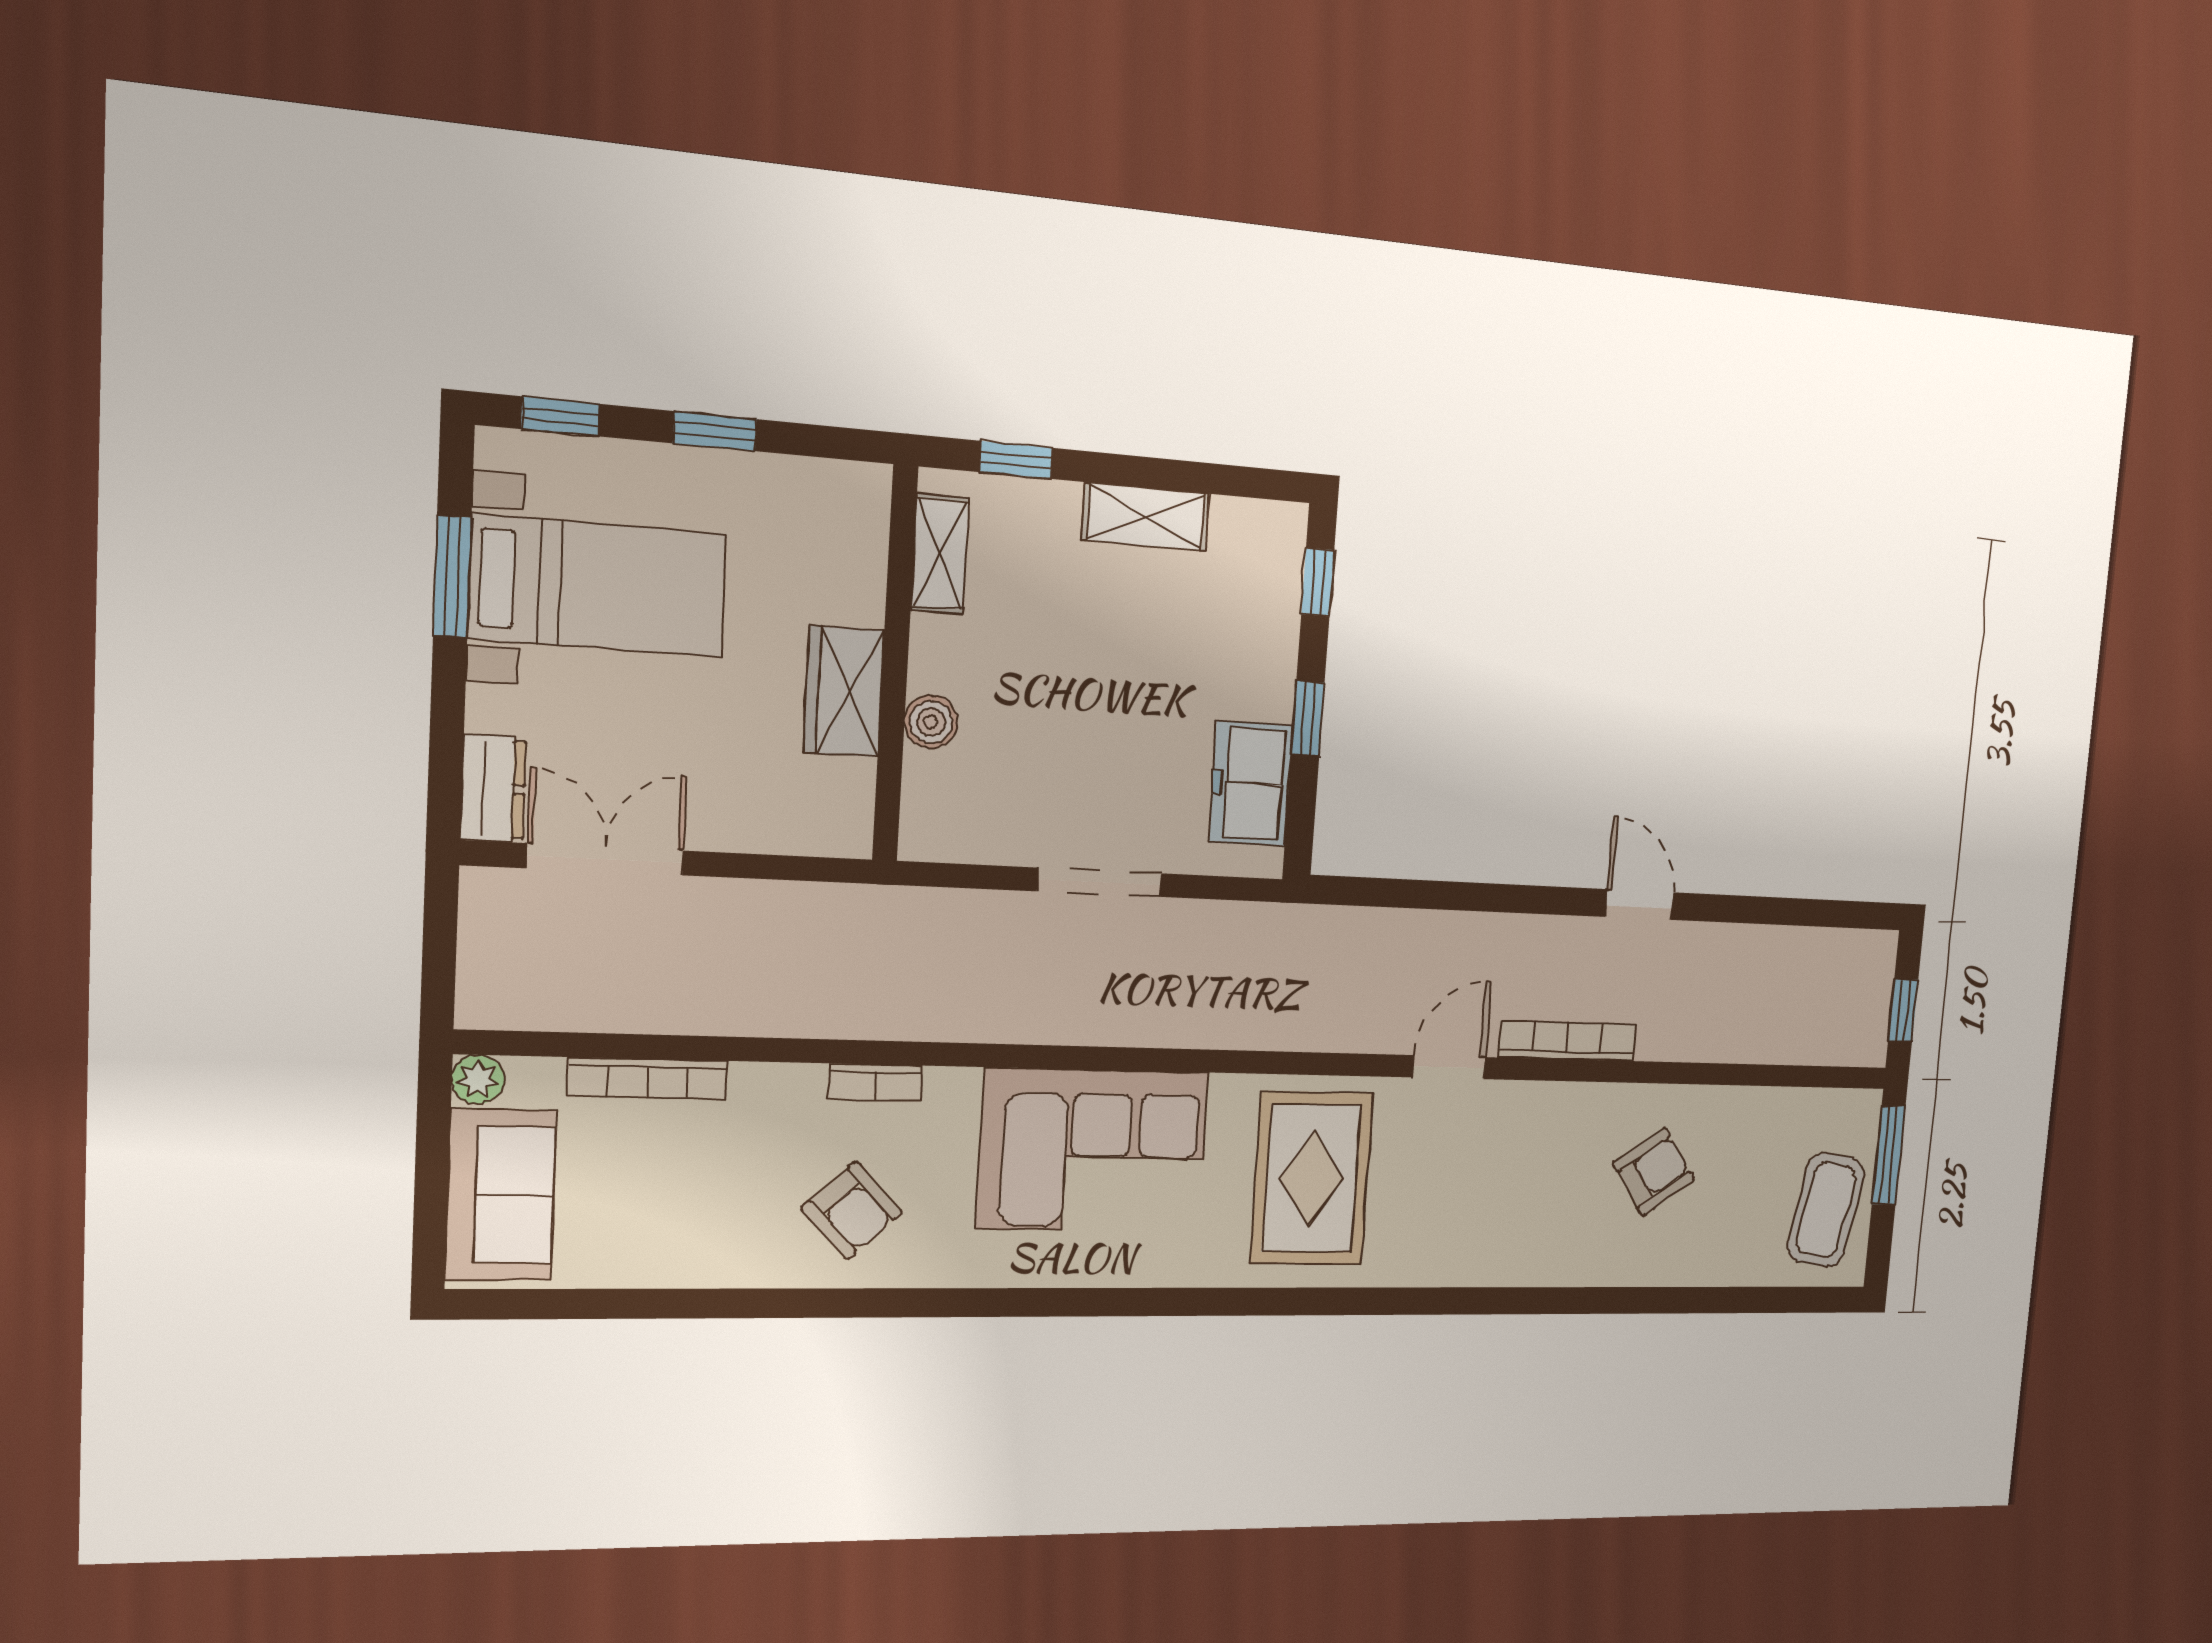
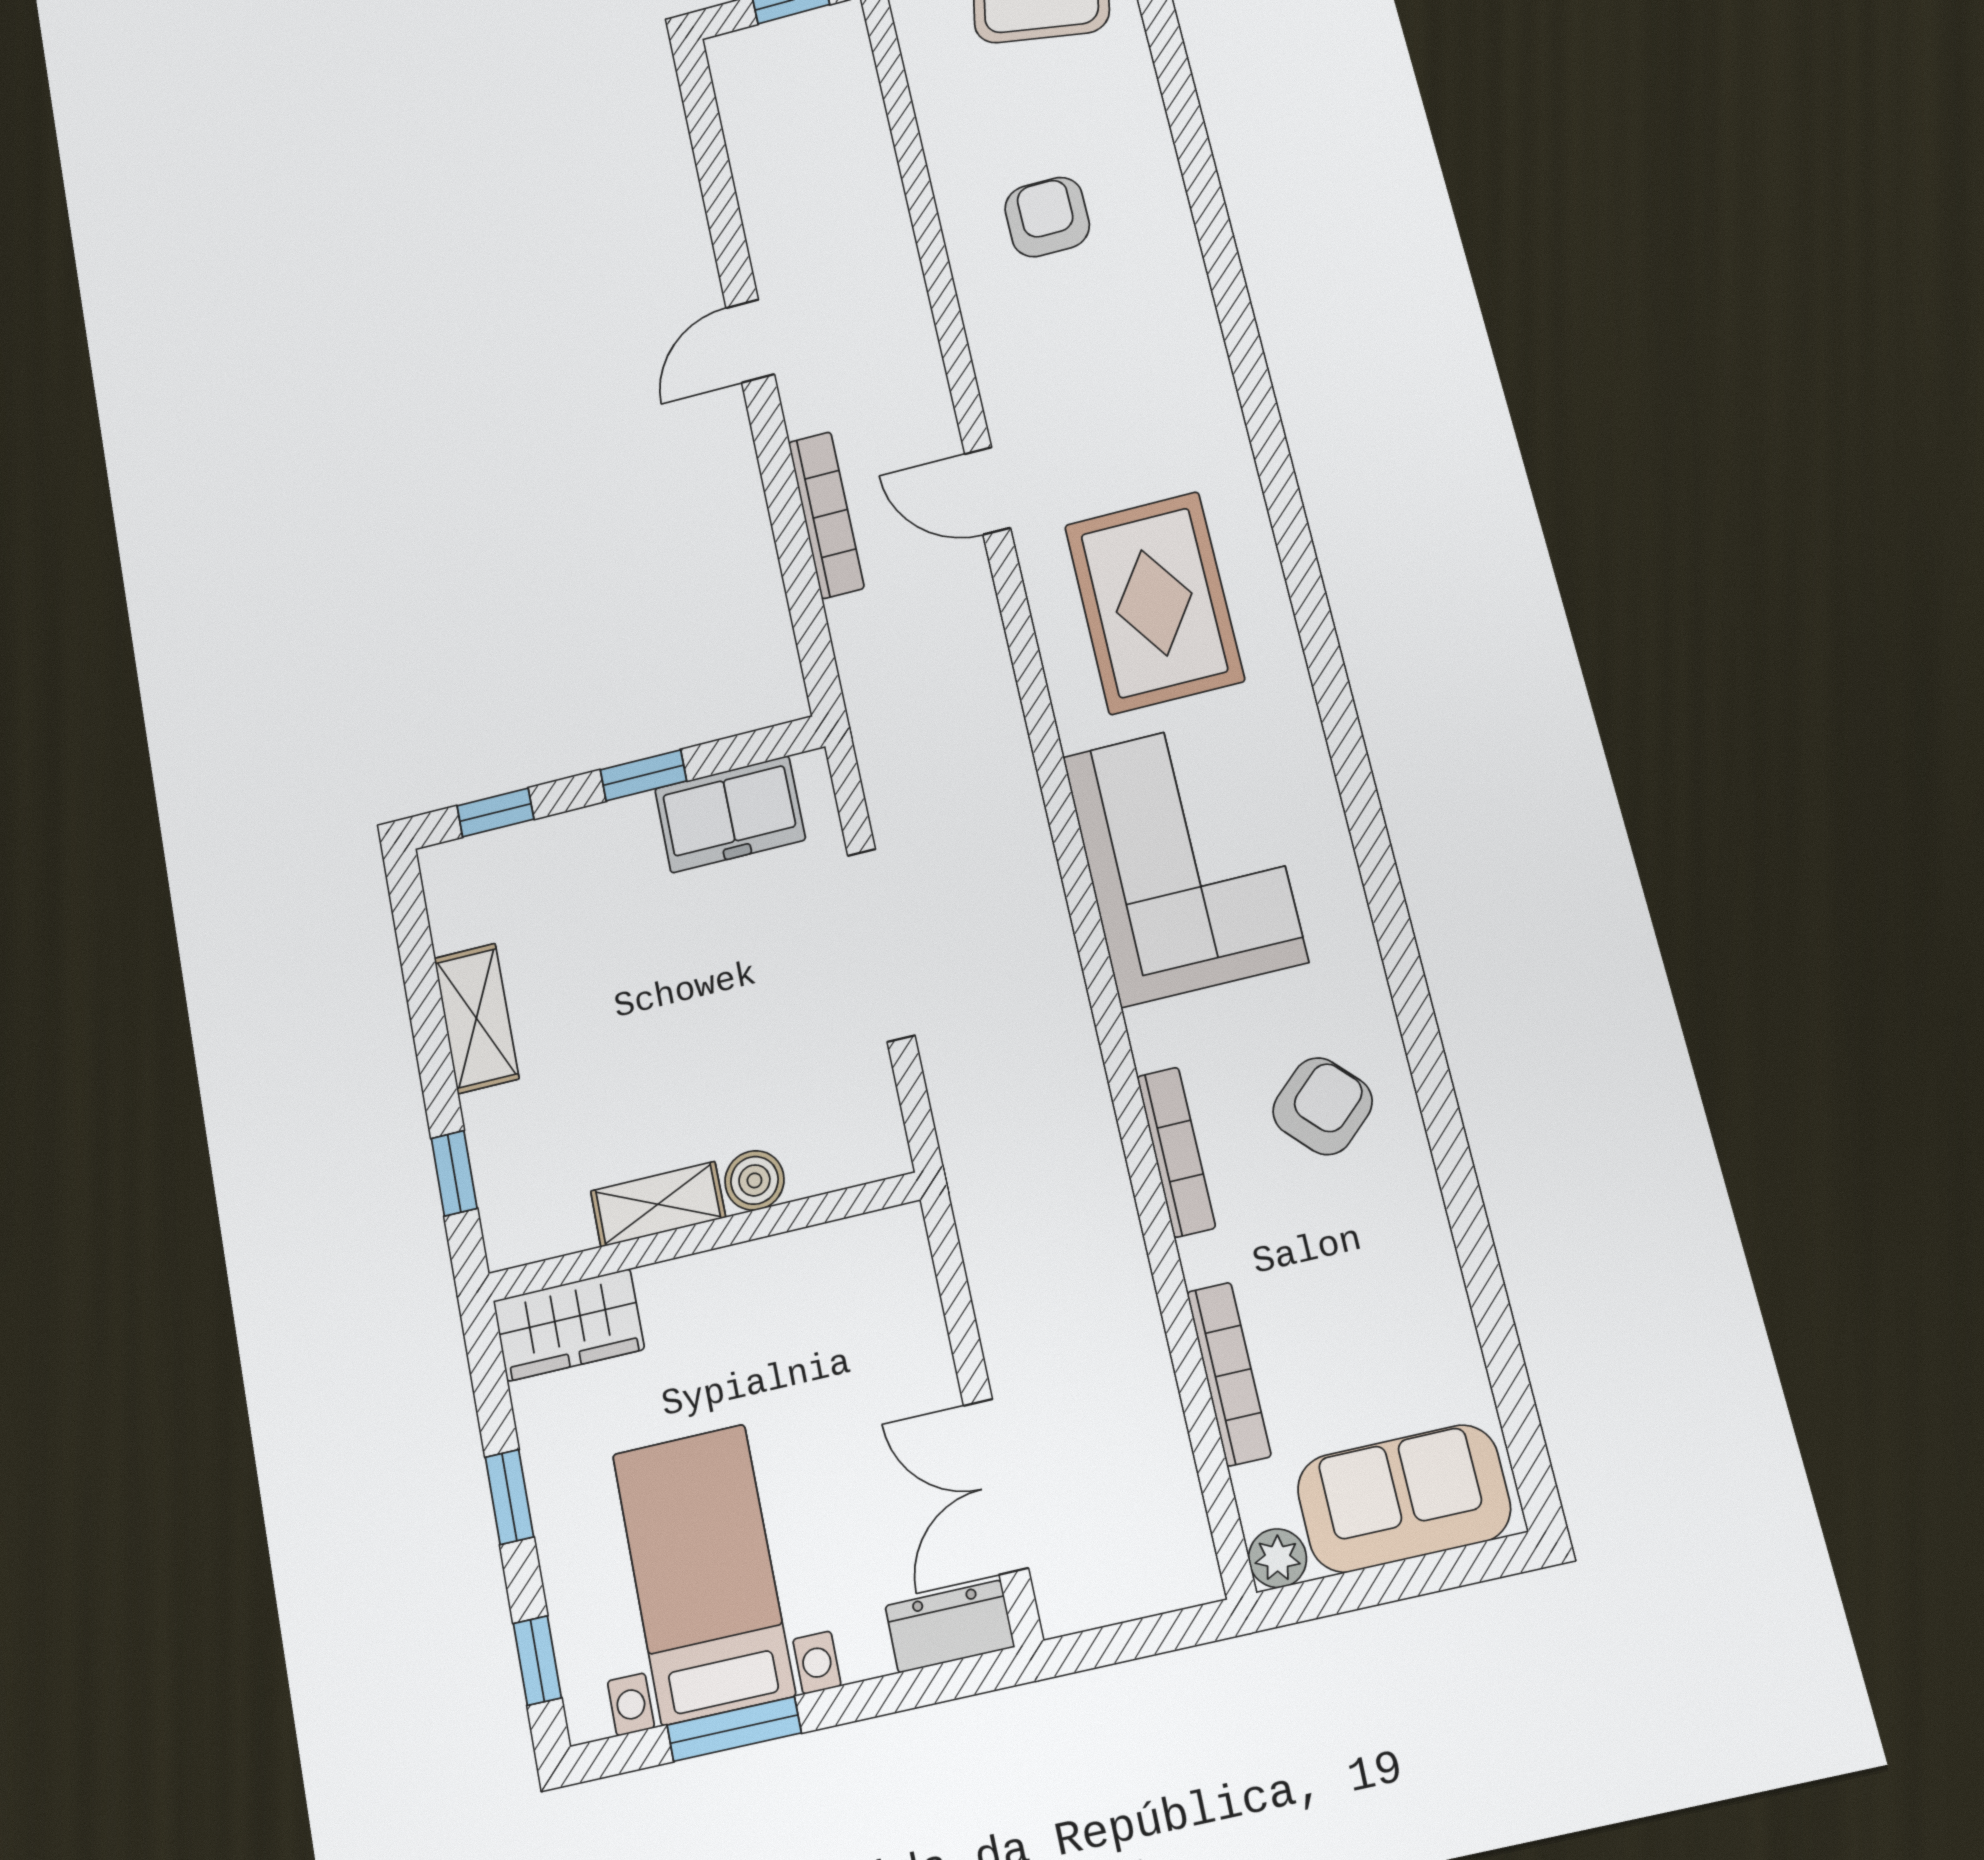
shelving: (940, 554) -> (658, 1204), moved
wardrobe: (844, 691) -> (569, 1325), moved
doorway: (1100, 882) -> (881, 945), width x1.36
bookcase: (1567, 1041) -> (826, 515), moved, turned 180
bookcase: (875, 1083) -> (1176, 1152), width x1.56
armchair: (1654, 1172) -> (1047, 217), turned 35
rug: (1312, 1178) -> (1154, 603), turned 90

